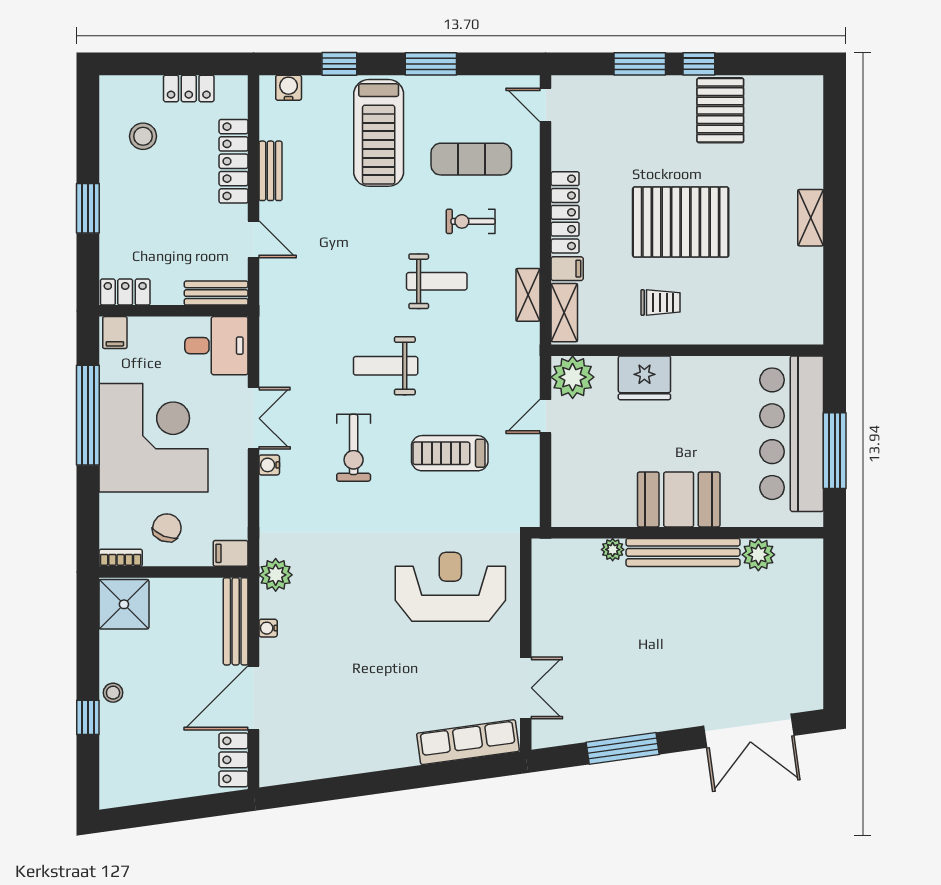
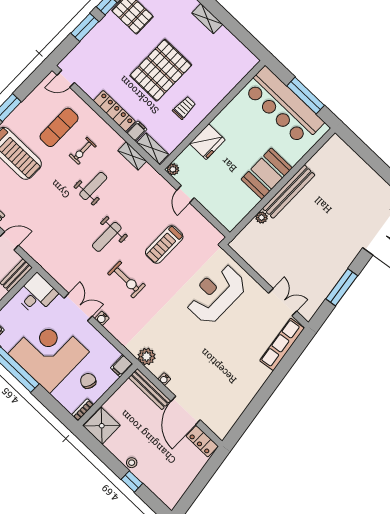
plant: (573, 377) -> (173, 169), width x0.53, depth x0.53
plant: (758, 555) -> (317, 163), removed

